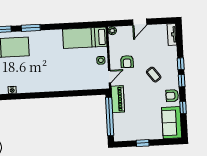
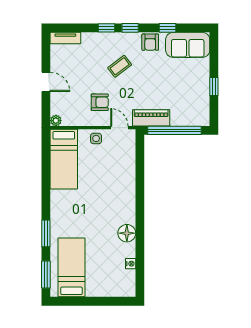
floor lamp: (34, 86) -> (127, 233), added

